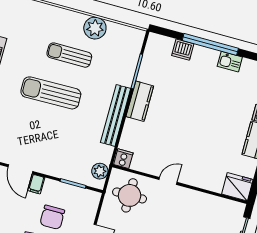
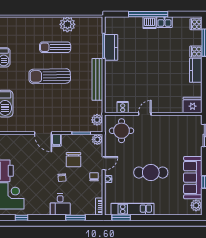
dishwasher: (183, 50) -> (150, 23), moved
kitchen counter: (140, 101) -> (111, 47), moved
cooker: (123, 159) -> (123, 107), moved
plant: (93, 198) -> (97, 139), added

